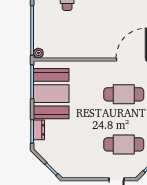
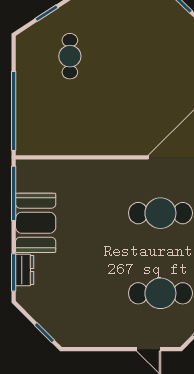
plant: (38, 53) -> (24, 147), removed
booth: (51, 94) -> (36, 223), width x0.73, depth x0.70

